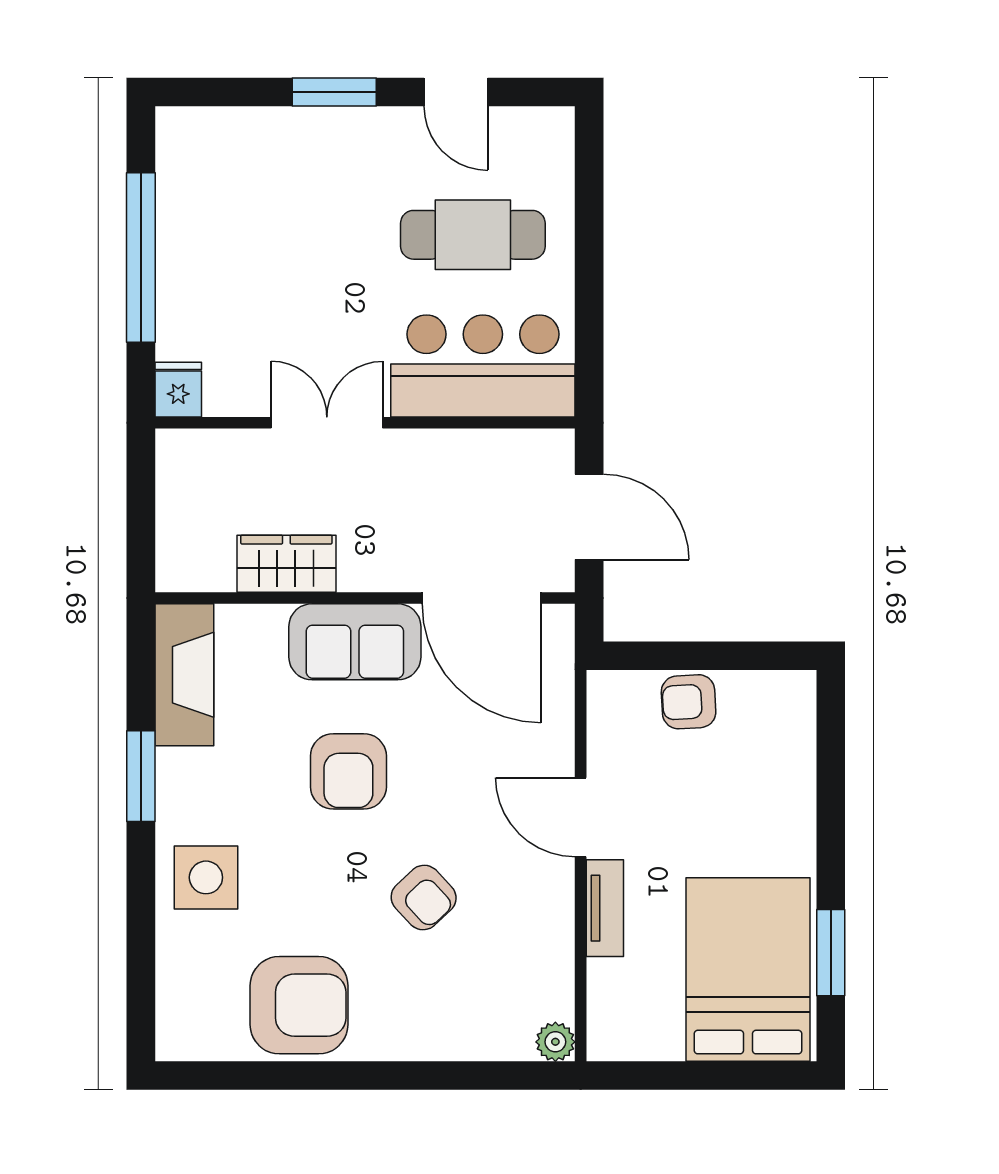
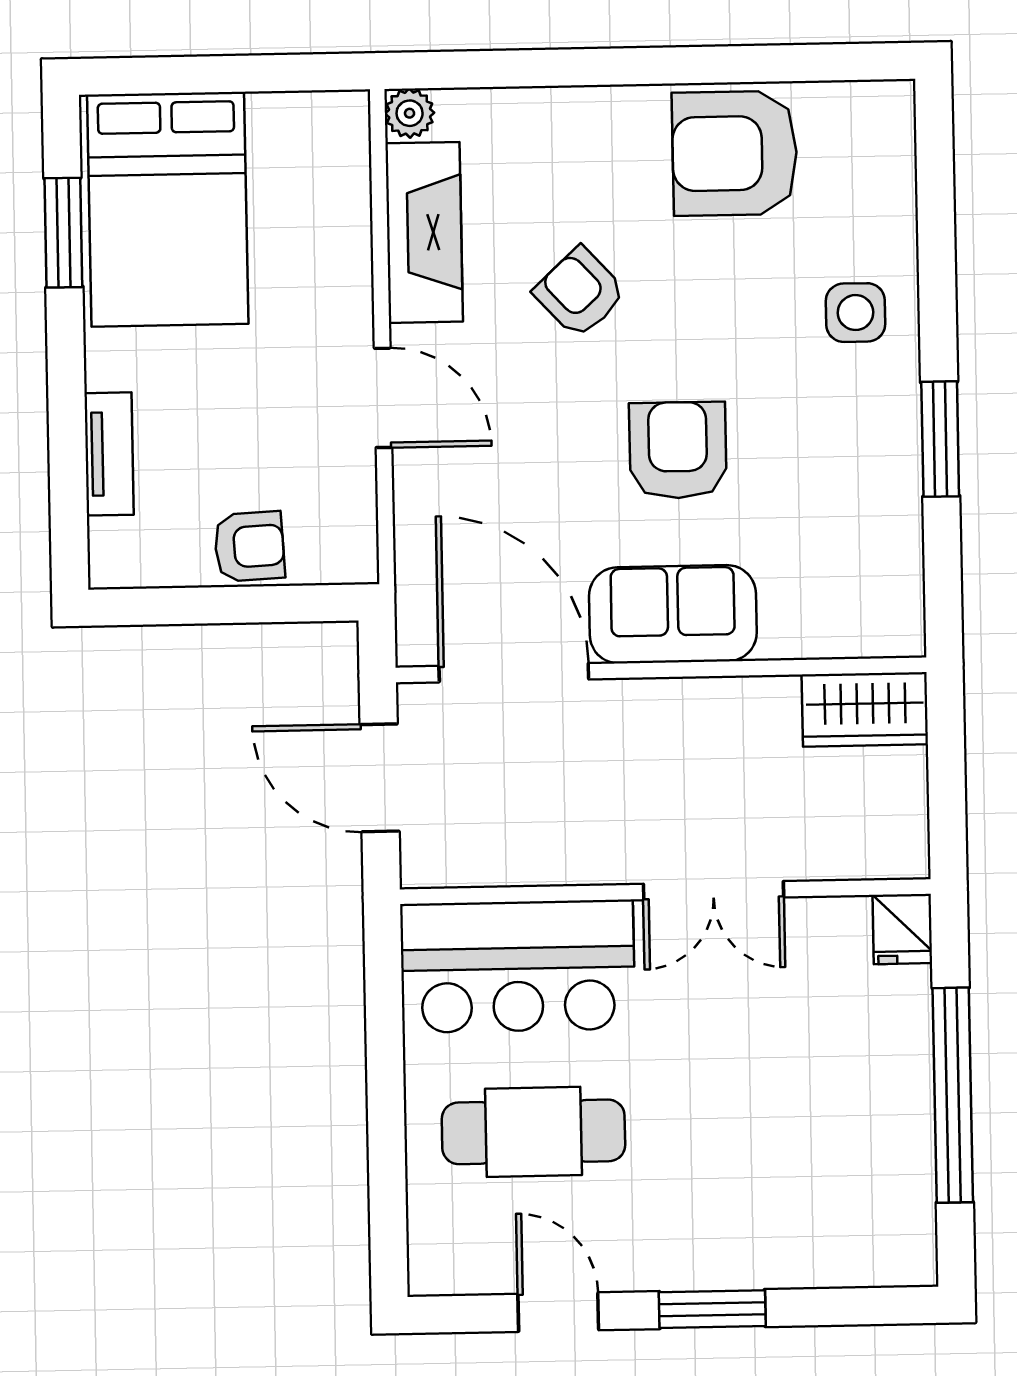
wardrobe: (286, 564) -> (865, 709), moved
fireplace: (184, 675) -> (424, 232), moved, turned 180
side table: (206, 877) -> (856, 313), width x0.73, depth x0.73
tv unit: (605, 908) -> (109, 454), moved, turned 180

